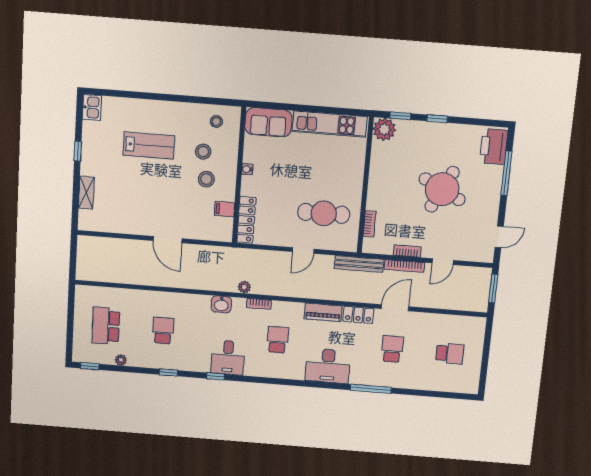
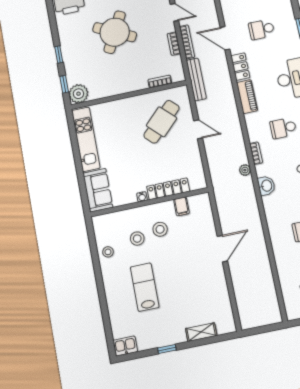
stool: (216, 122) -> (108, 252), moved
cafe table: (324, 213) -> (161, 122), turned 45
locker: (246, 220) -> (168, 189), moved

